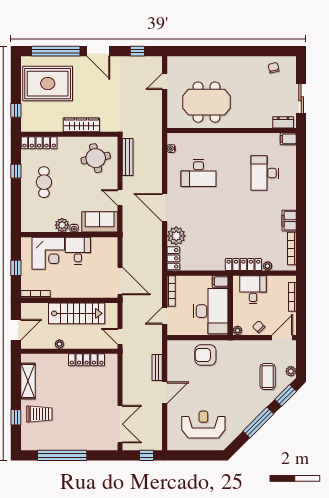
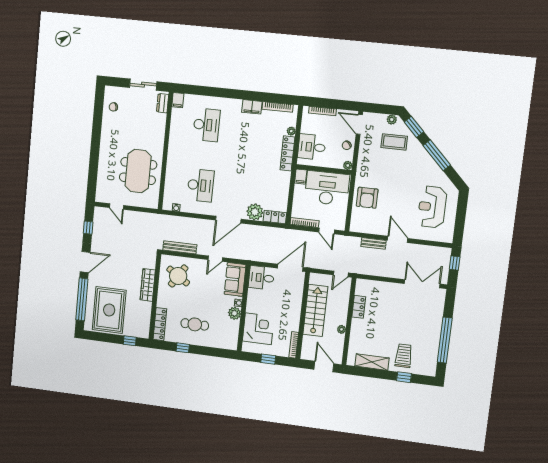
round table: (96, 158) -> (178, 276), turned 45
desk: (265, 173) -> (206, 125), turned -90
desk: (78, 251) -> (261, 278), moved
locker: (87, 360) -> (359, 307), width x0.66

